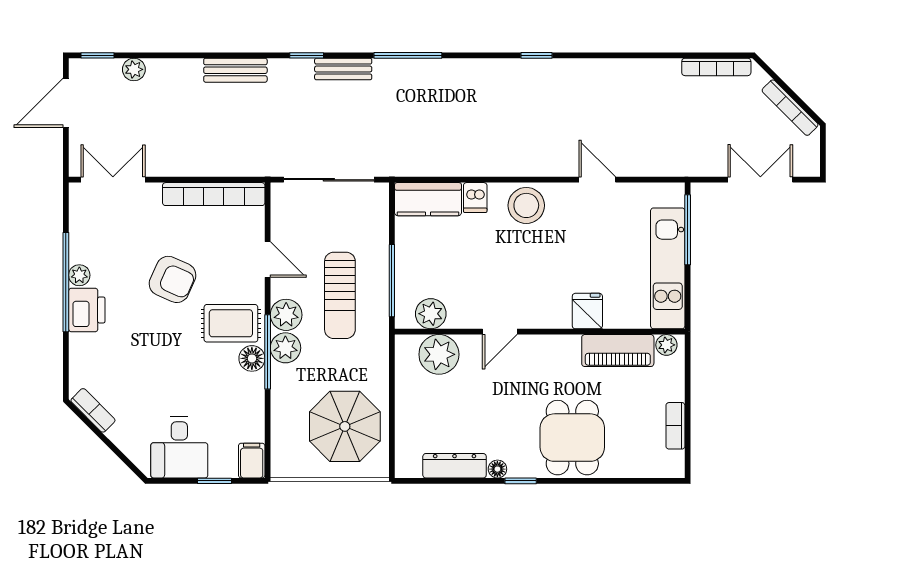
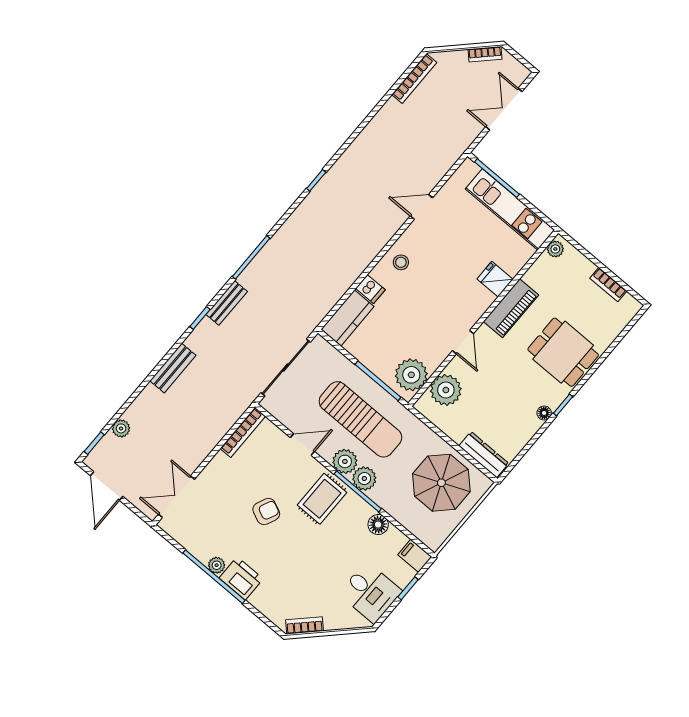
bookcase: (790, 108) -> (485, 54), width x0.64
bookcase: (214, 194) -> (243, 432), width x0.68, depth x0.76
stool: (526, 205) -> (401, 262), width x0.53, depth x0.53
armchair: (173, 279) -> (266, 512), width x0.72, depth x0.72
sun lounger: (340, 295) -> (360, 419), width x1.36, depth x1.34
plant: (431, 314) -> (411, 375), width x1.36, depth x1.36
piano: (618, 351) -> (511, 308), moved
floor lamp: (252, 358) -> (378, 525), moved
dresser: (455, 466) -> (484, 455), moved, turned 90

